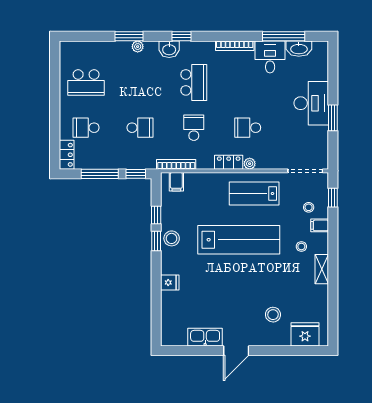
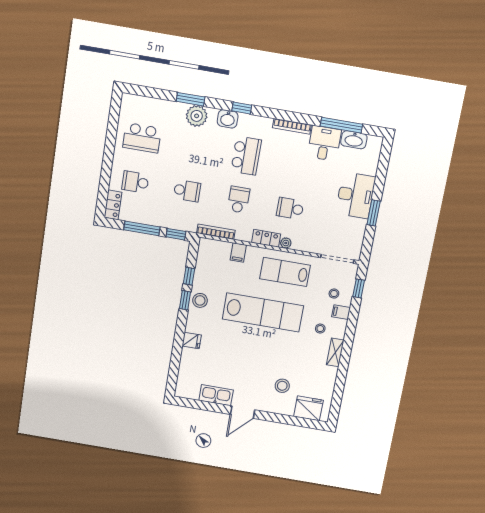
plant: (138, 47) -> (197, 116), width x1.88, depth x1.88
filing cabinet: (176, 182) -> (238, 252), moved

